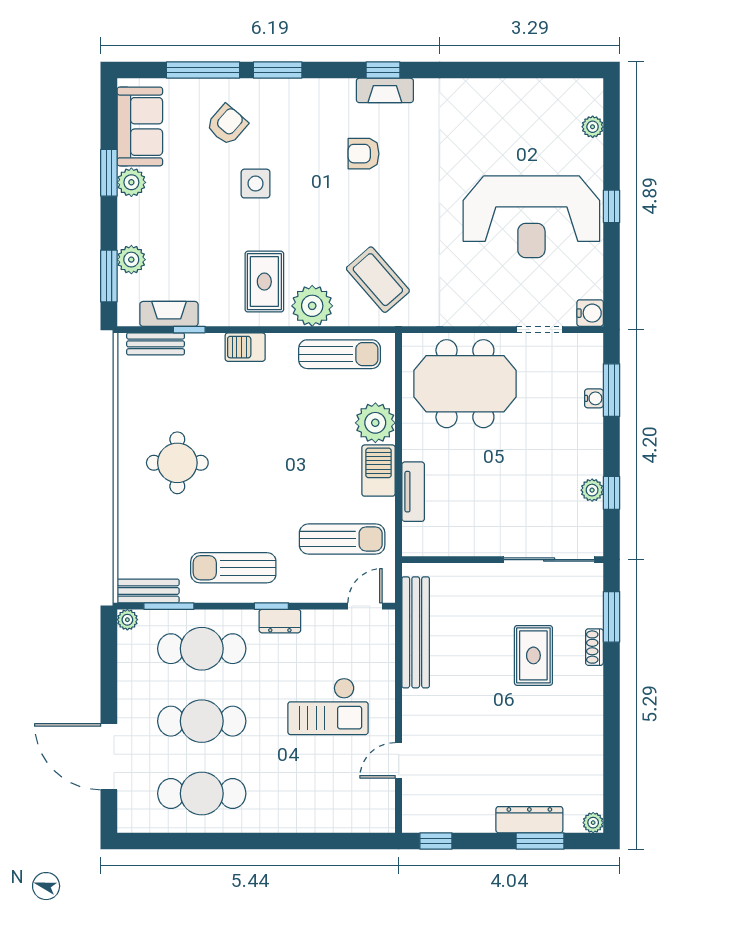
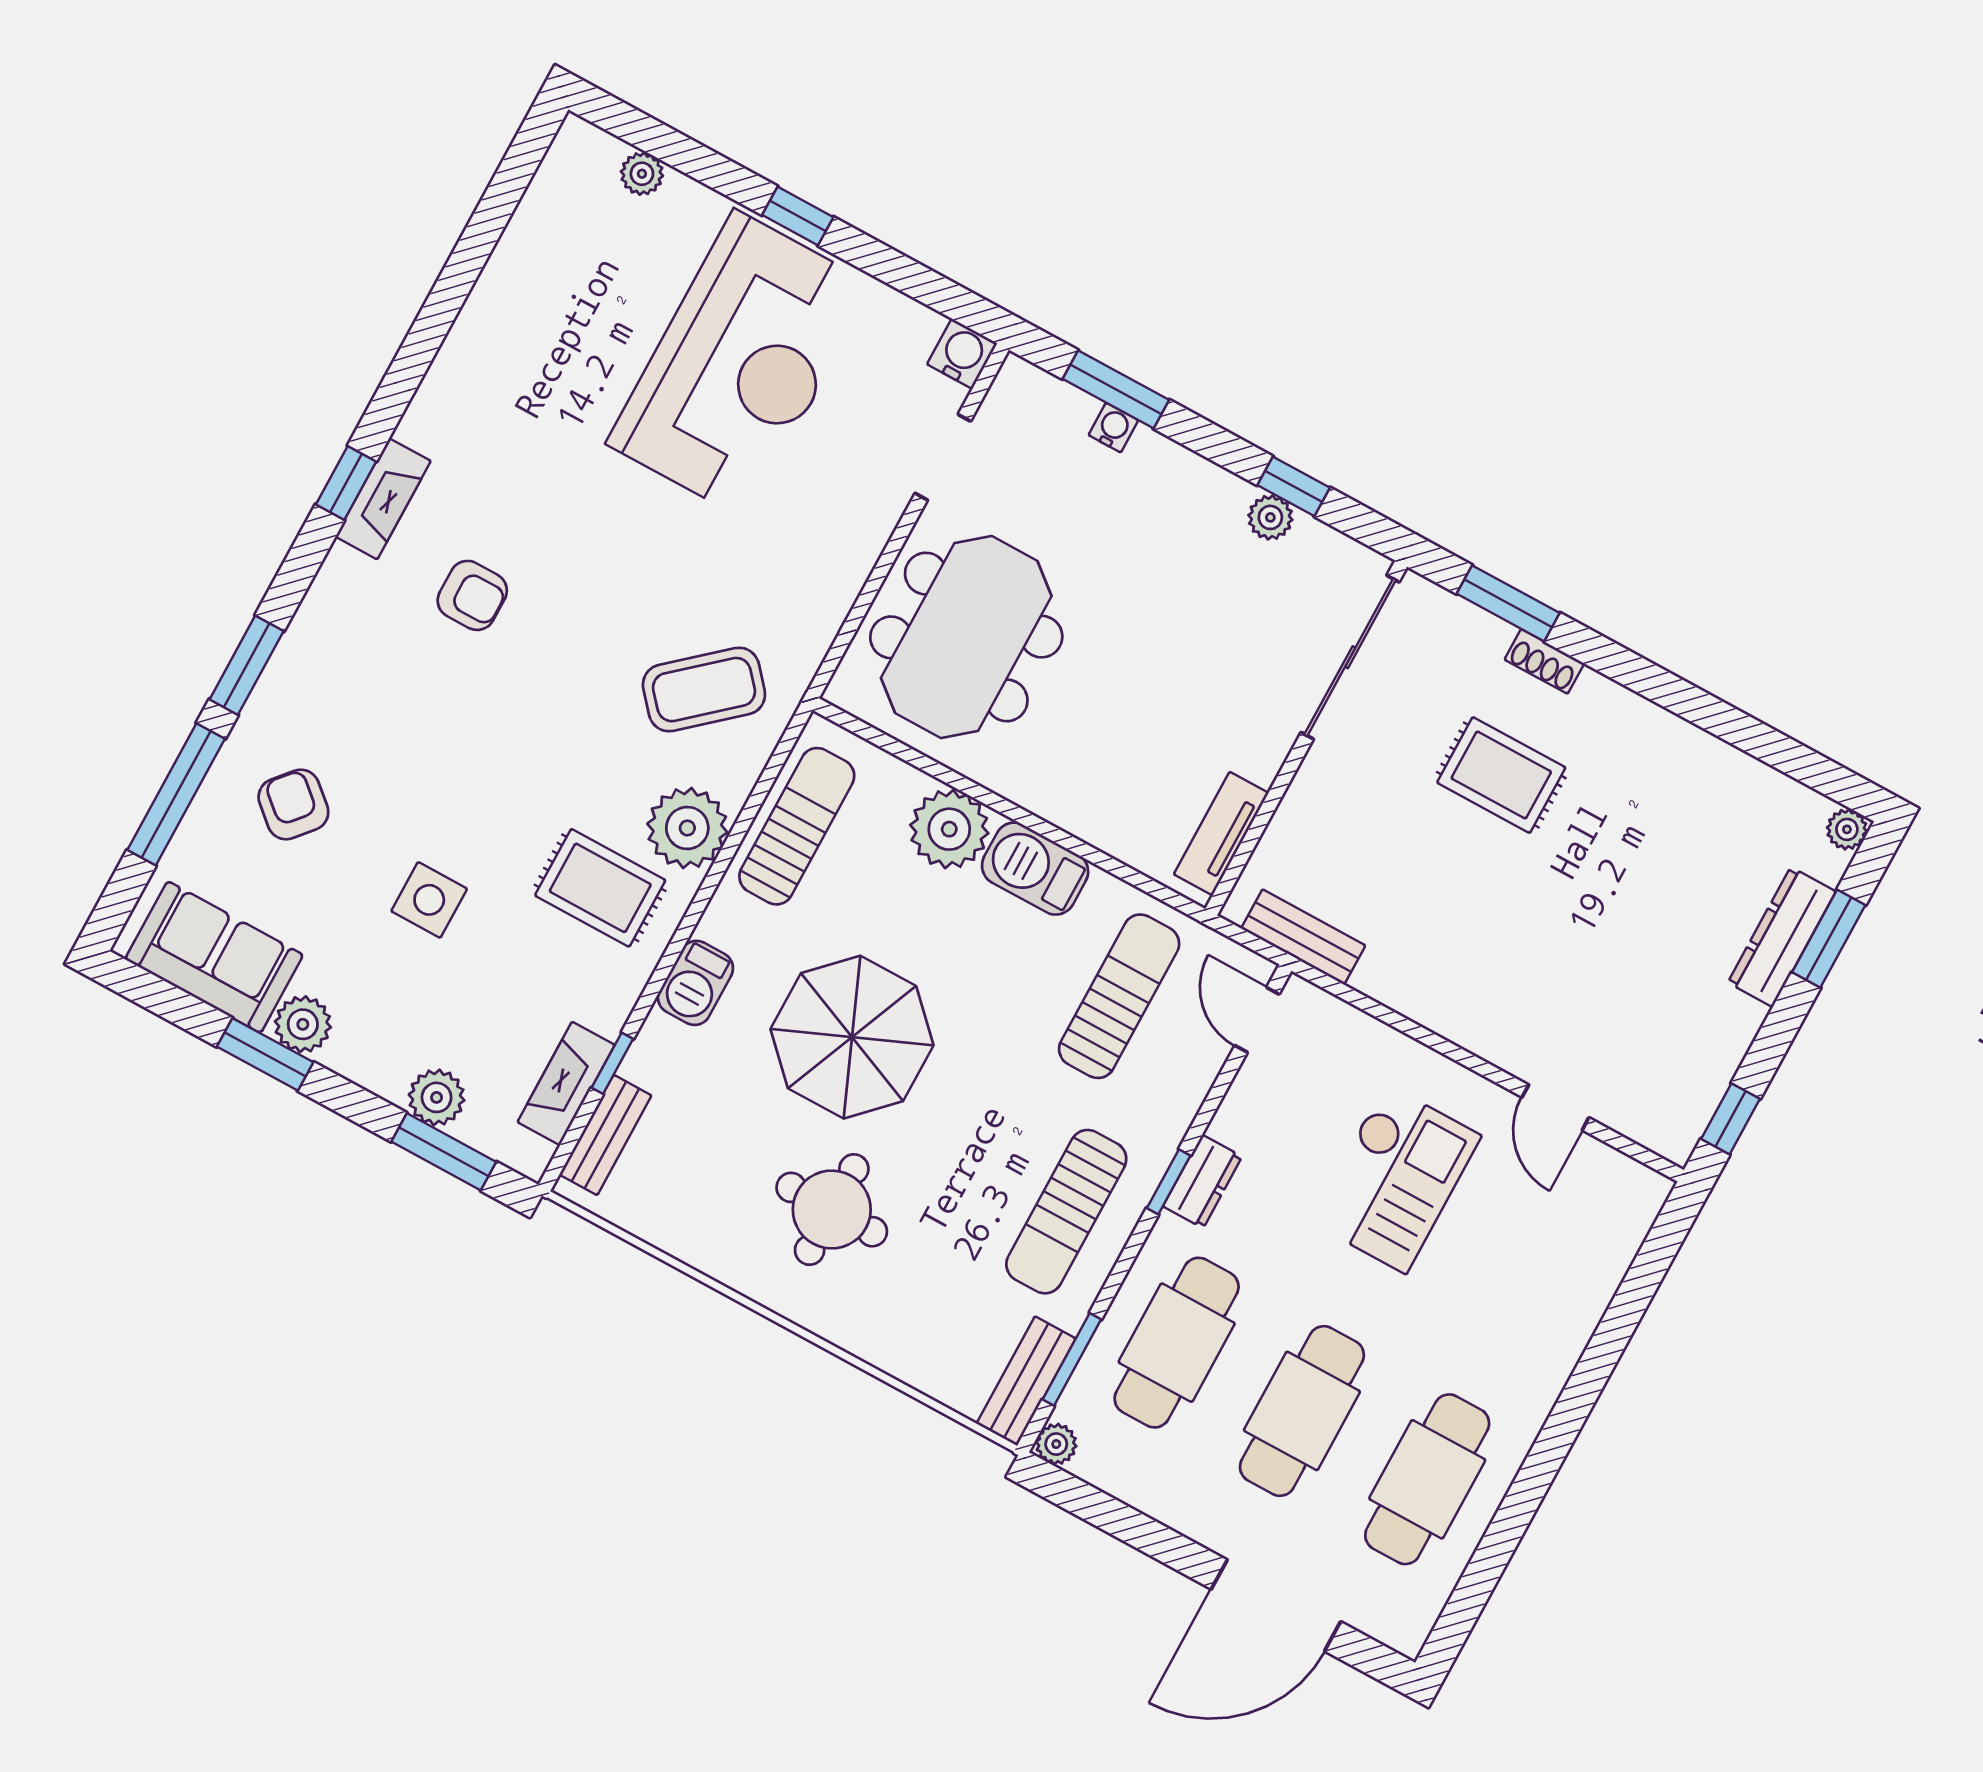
armchair: (364, 154) -> (472, 595), turned -90
side table: (256, 184) -> (429, 900), moved
parasol: (259, 430) -> (852, 1037), added
tv unit: (413, 492) -> (1221, 834), moved, turned -90
bench: (416, 632) -> (1303, 937), width x0.54, depth x0.82

